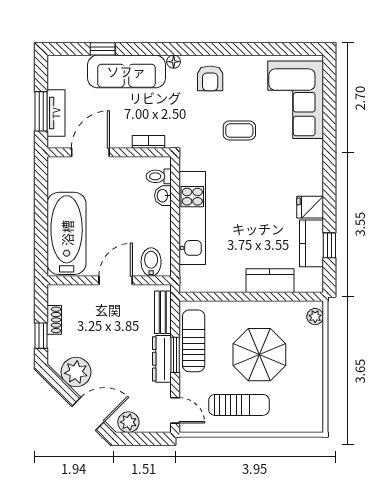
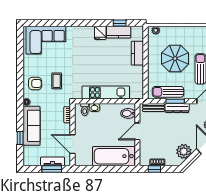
coffee table: (239, 130) -> (57, 81), moved
door: (116, 280) -> (137, 131), hinge flipped
window: (41, 336) -> (154, 169), moved

